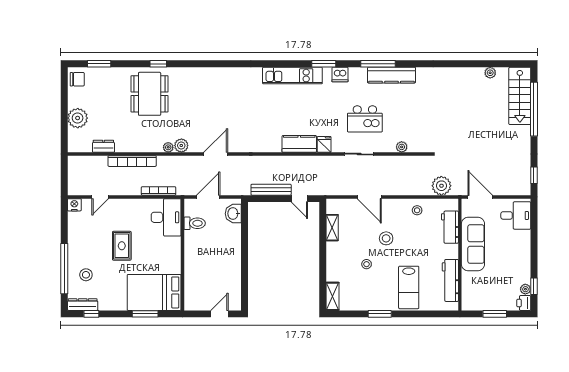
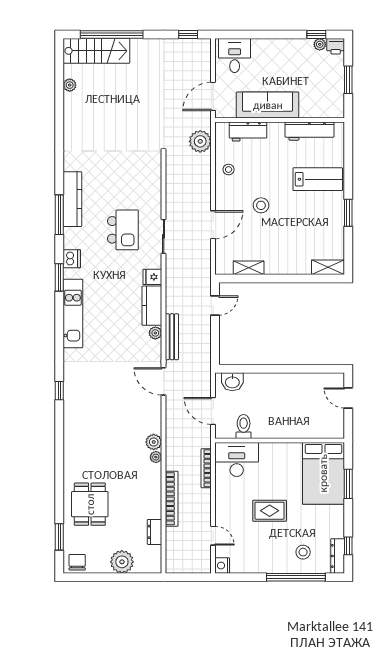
window: (158, 64) -> (59, 391), moved
dining table: (150, 94) -> (90, 504), moved, width x0.73
plant: (402, 147) -> (155, 333), moved
door: (216, 154) -> (164, 381), moved
bench: (271, 190) -> (172, 337), moved
stool: (367, 264) -> (291, 228), removed

